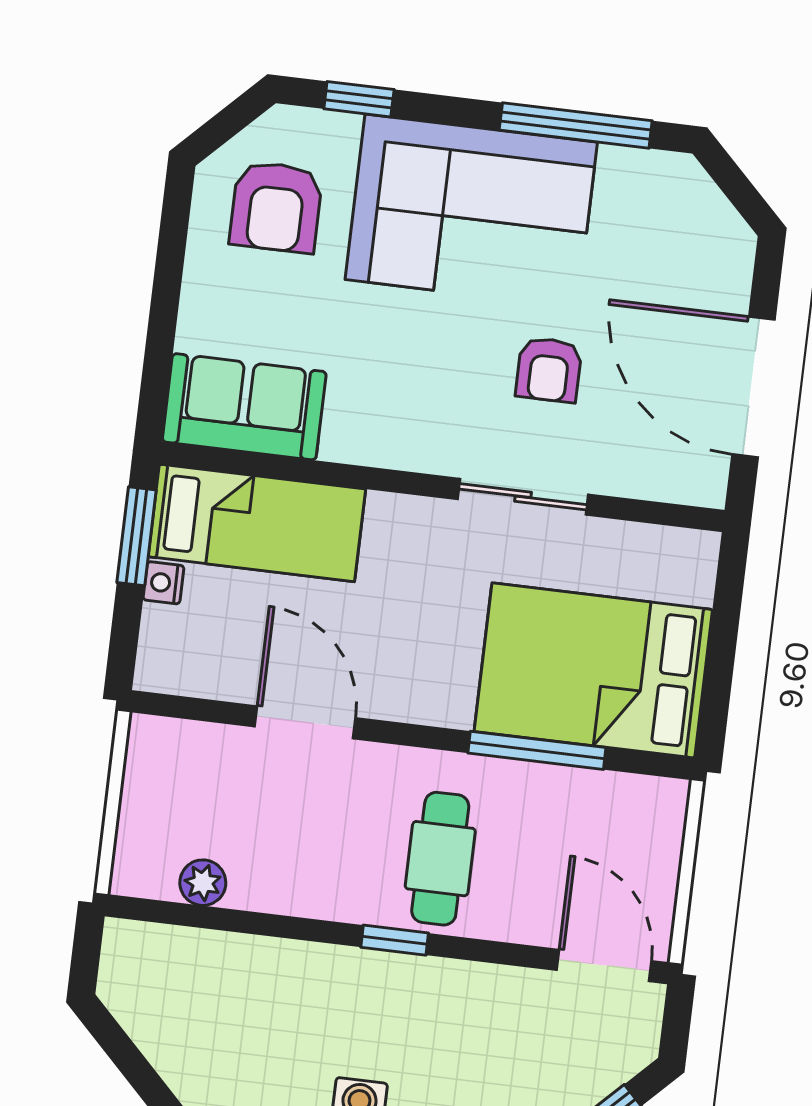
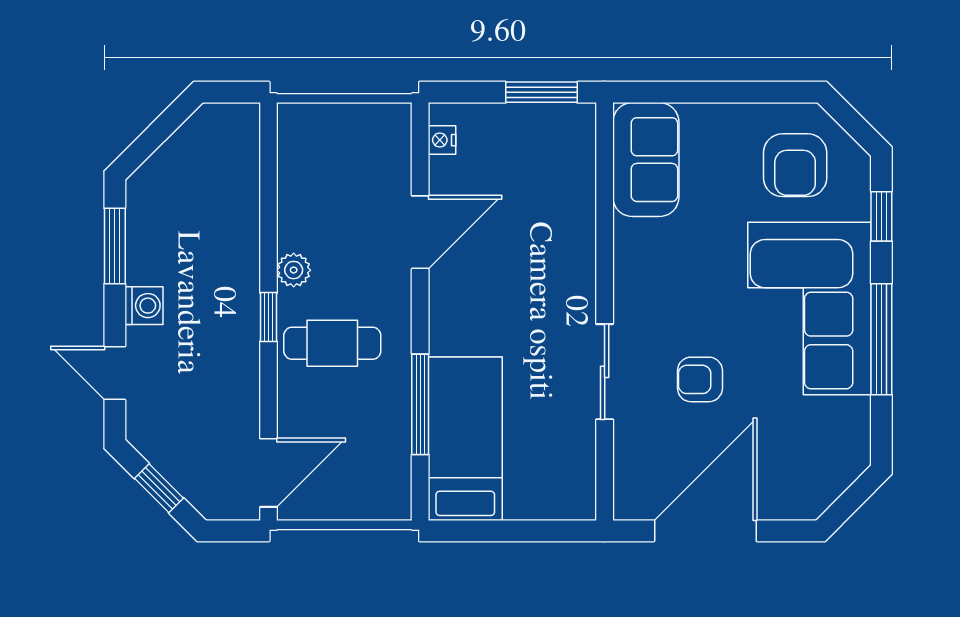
window: (576, 125) -> (881, 339), moved
armchair: (276, 207) -> (795, 165), turned -90
bed: (257, 523) -> (562, 179), removed
nightstand: (163, 583) -> (442, 140), moved, turned -90
bed: (593, 670) -> (465, 439), width x0.67
plant: (203, 883) -> (294, 270), moved

